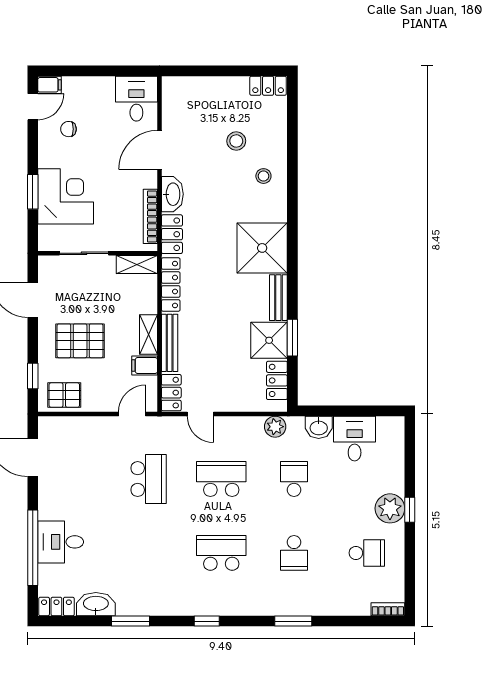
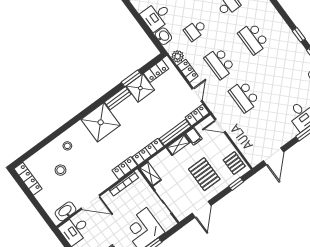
locker: (268, 86) -> (28, 179), width x1.53
washbasin: (172, 194) -> (65, 211), moved
locker: (244, 425) -> (188, 71), added
school desk: (149, 479) -> (244, 96), turned -90
window: (207, 621) -> (299, 35), moved

